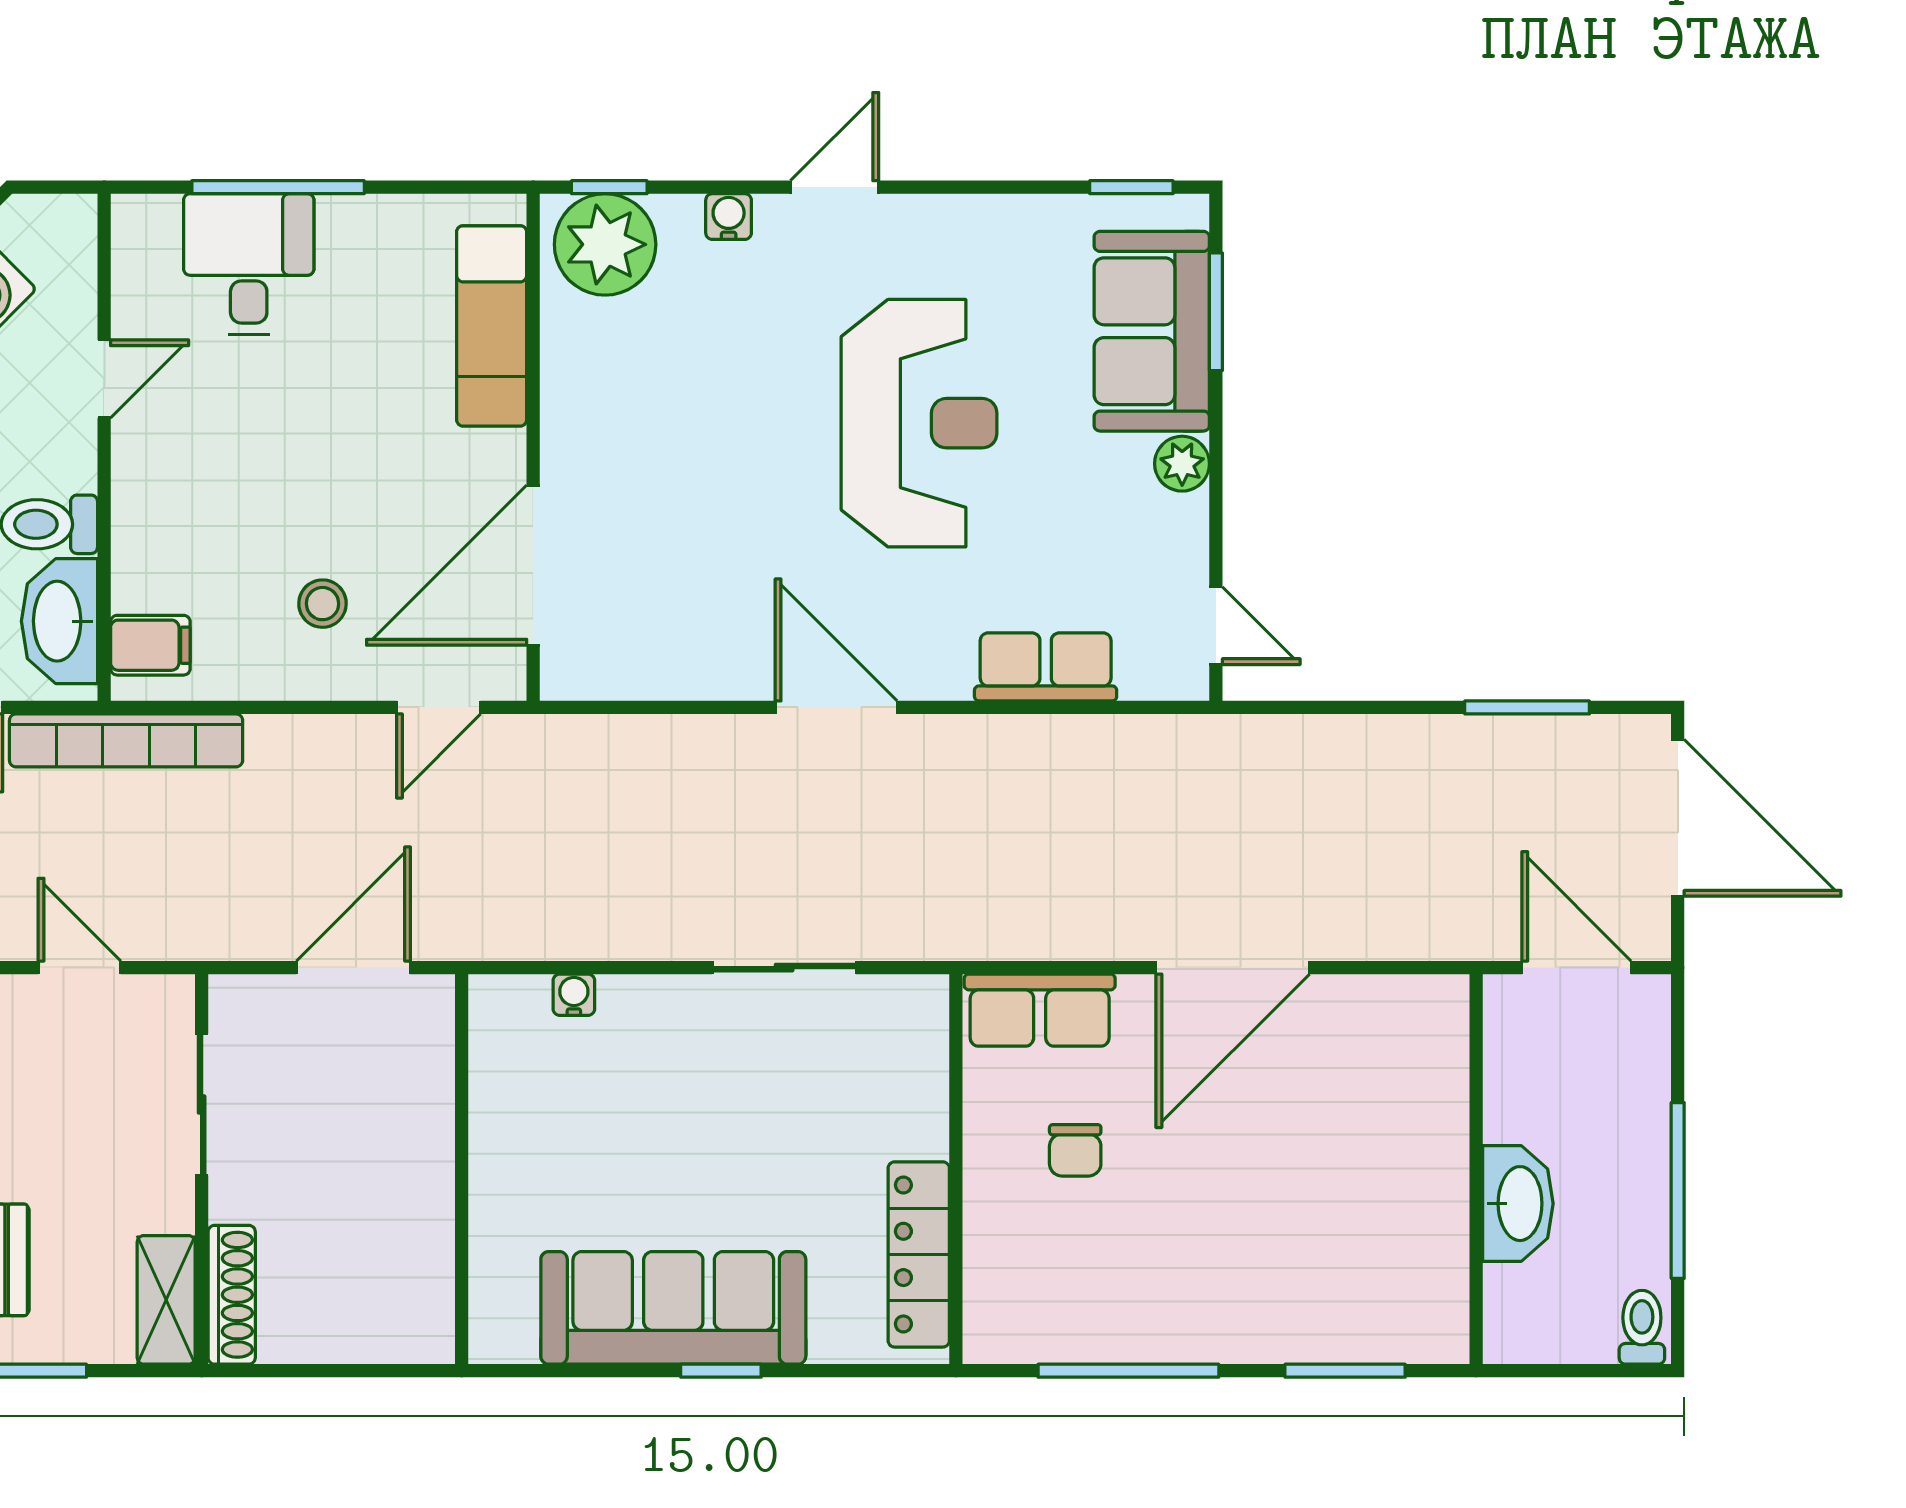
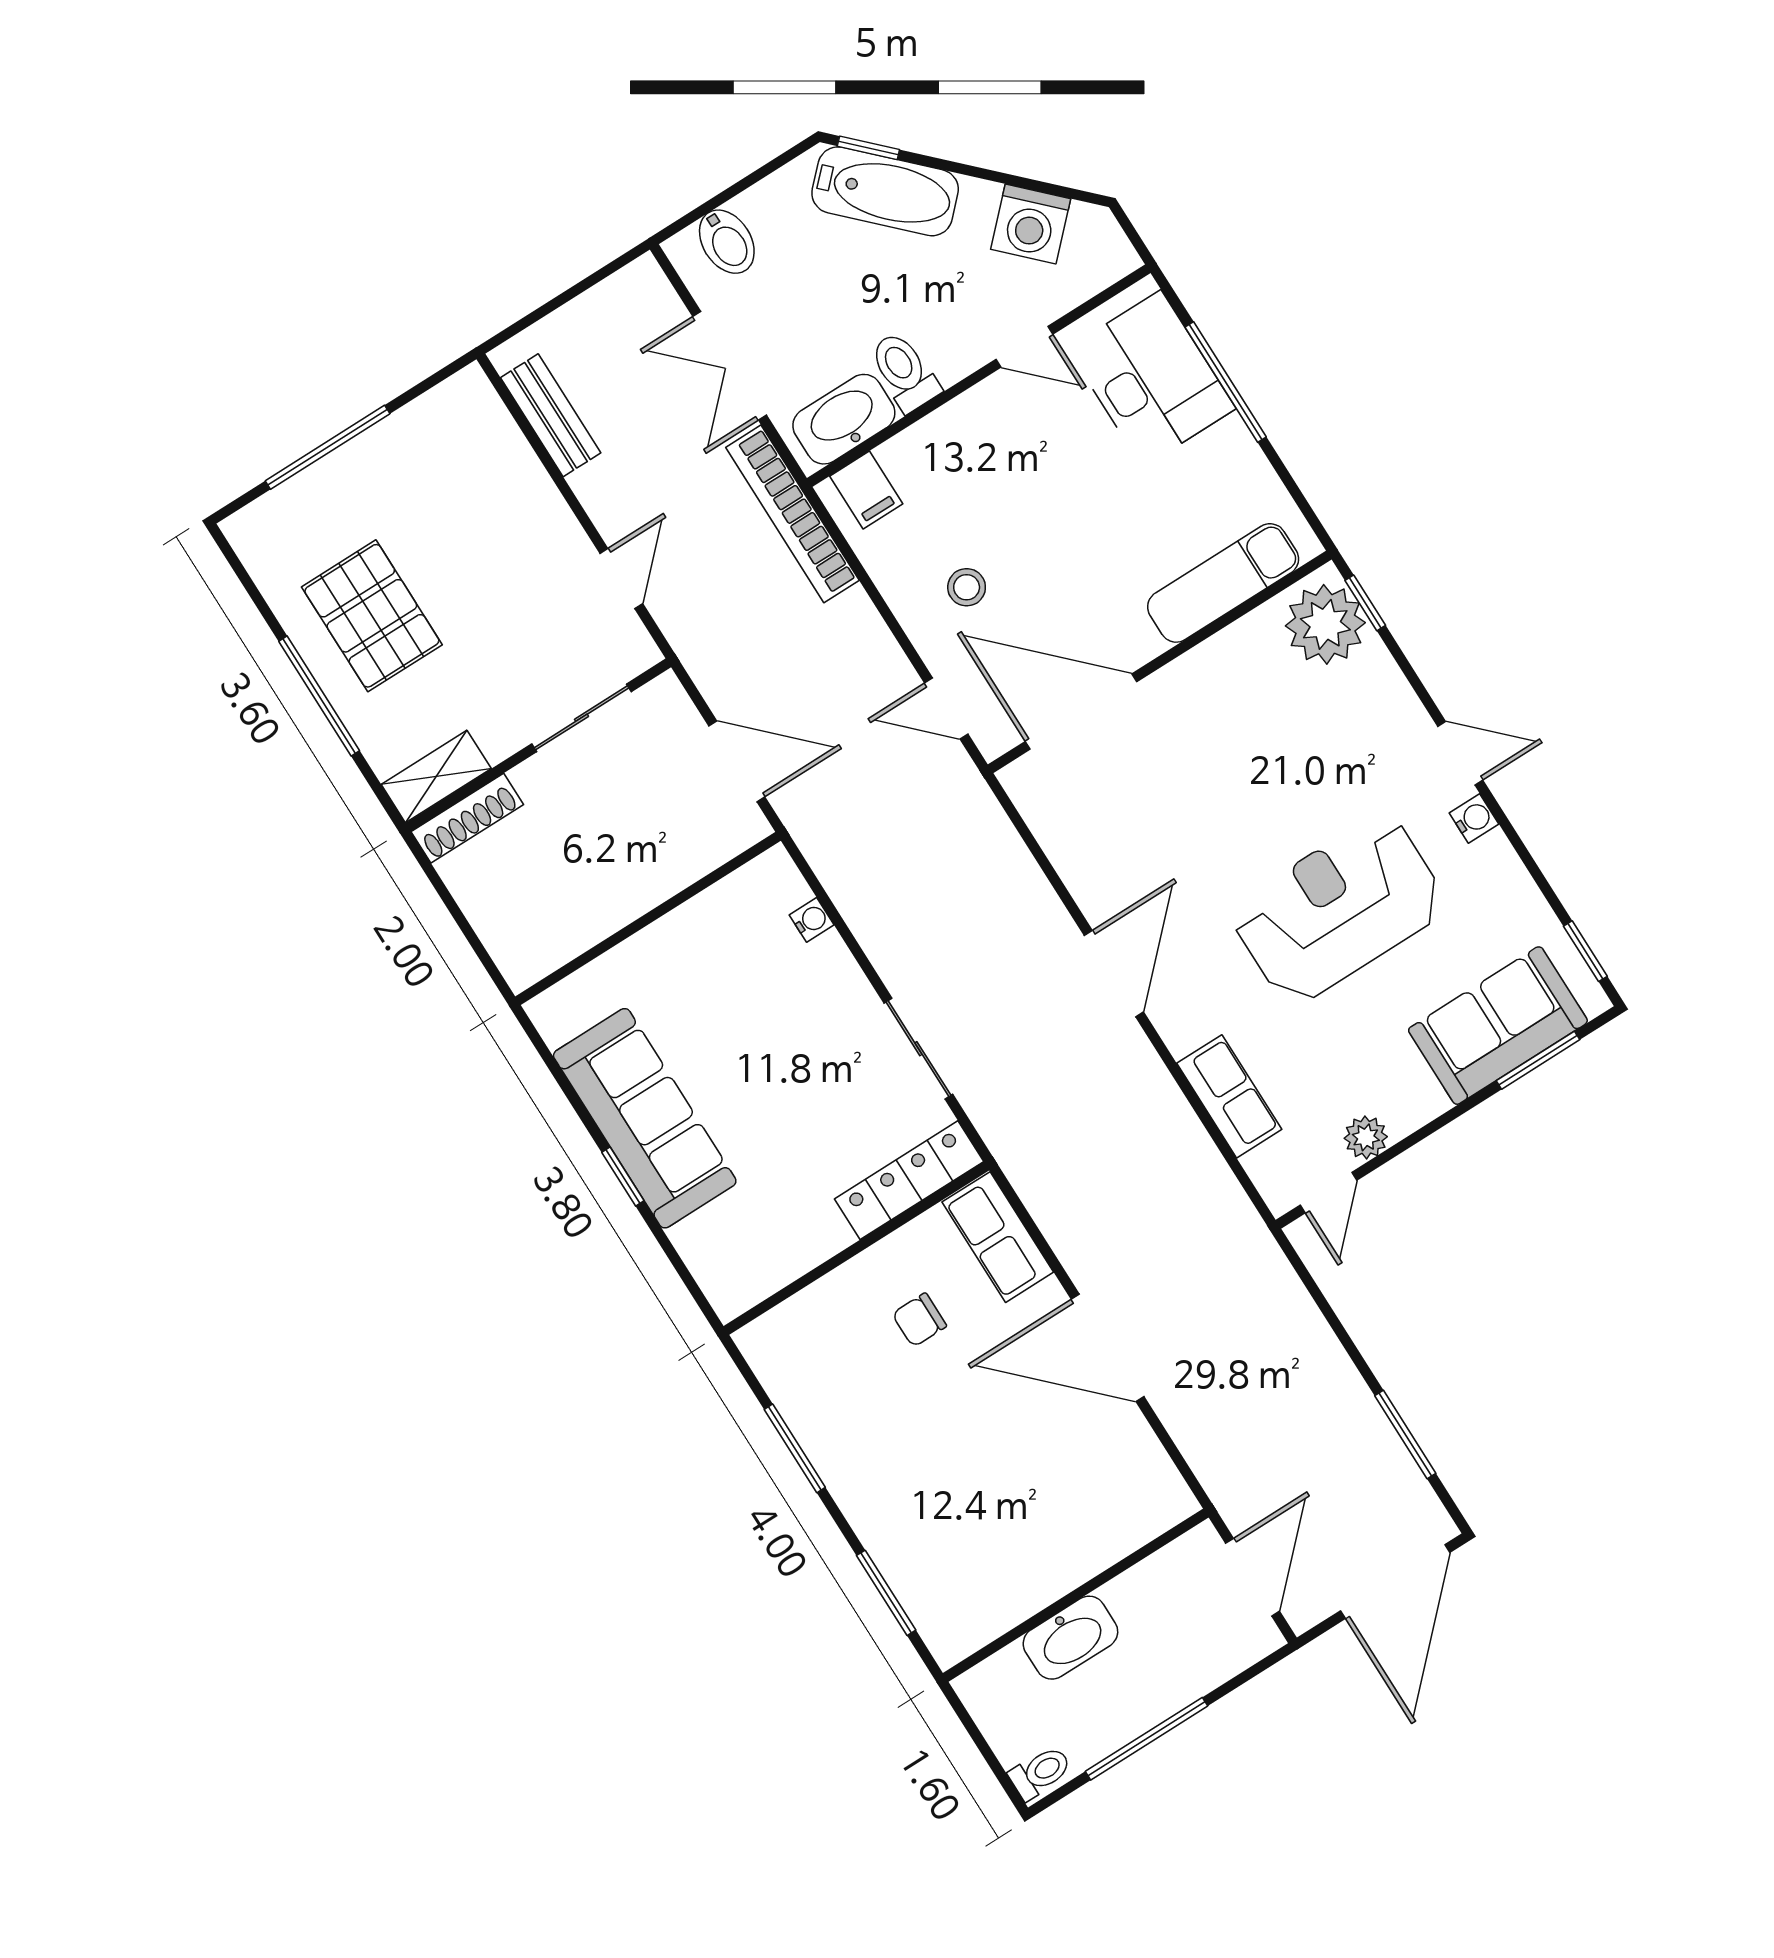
water cooler: (729, 217) -> (1474, 819), moved
desk: (249, 264) -> (1152, 379), width x1.37
reception desk: (919, 423) -> (1338, 909), turned 180
plant: (1182, 464) -> (1366, 1137), moved
locker: (919, 1254) -> (909, 1180), moved
window: (1128, 1371) -> (795, 1448), width x0.69

